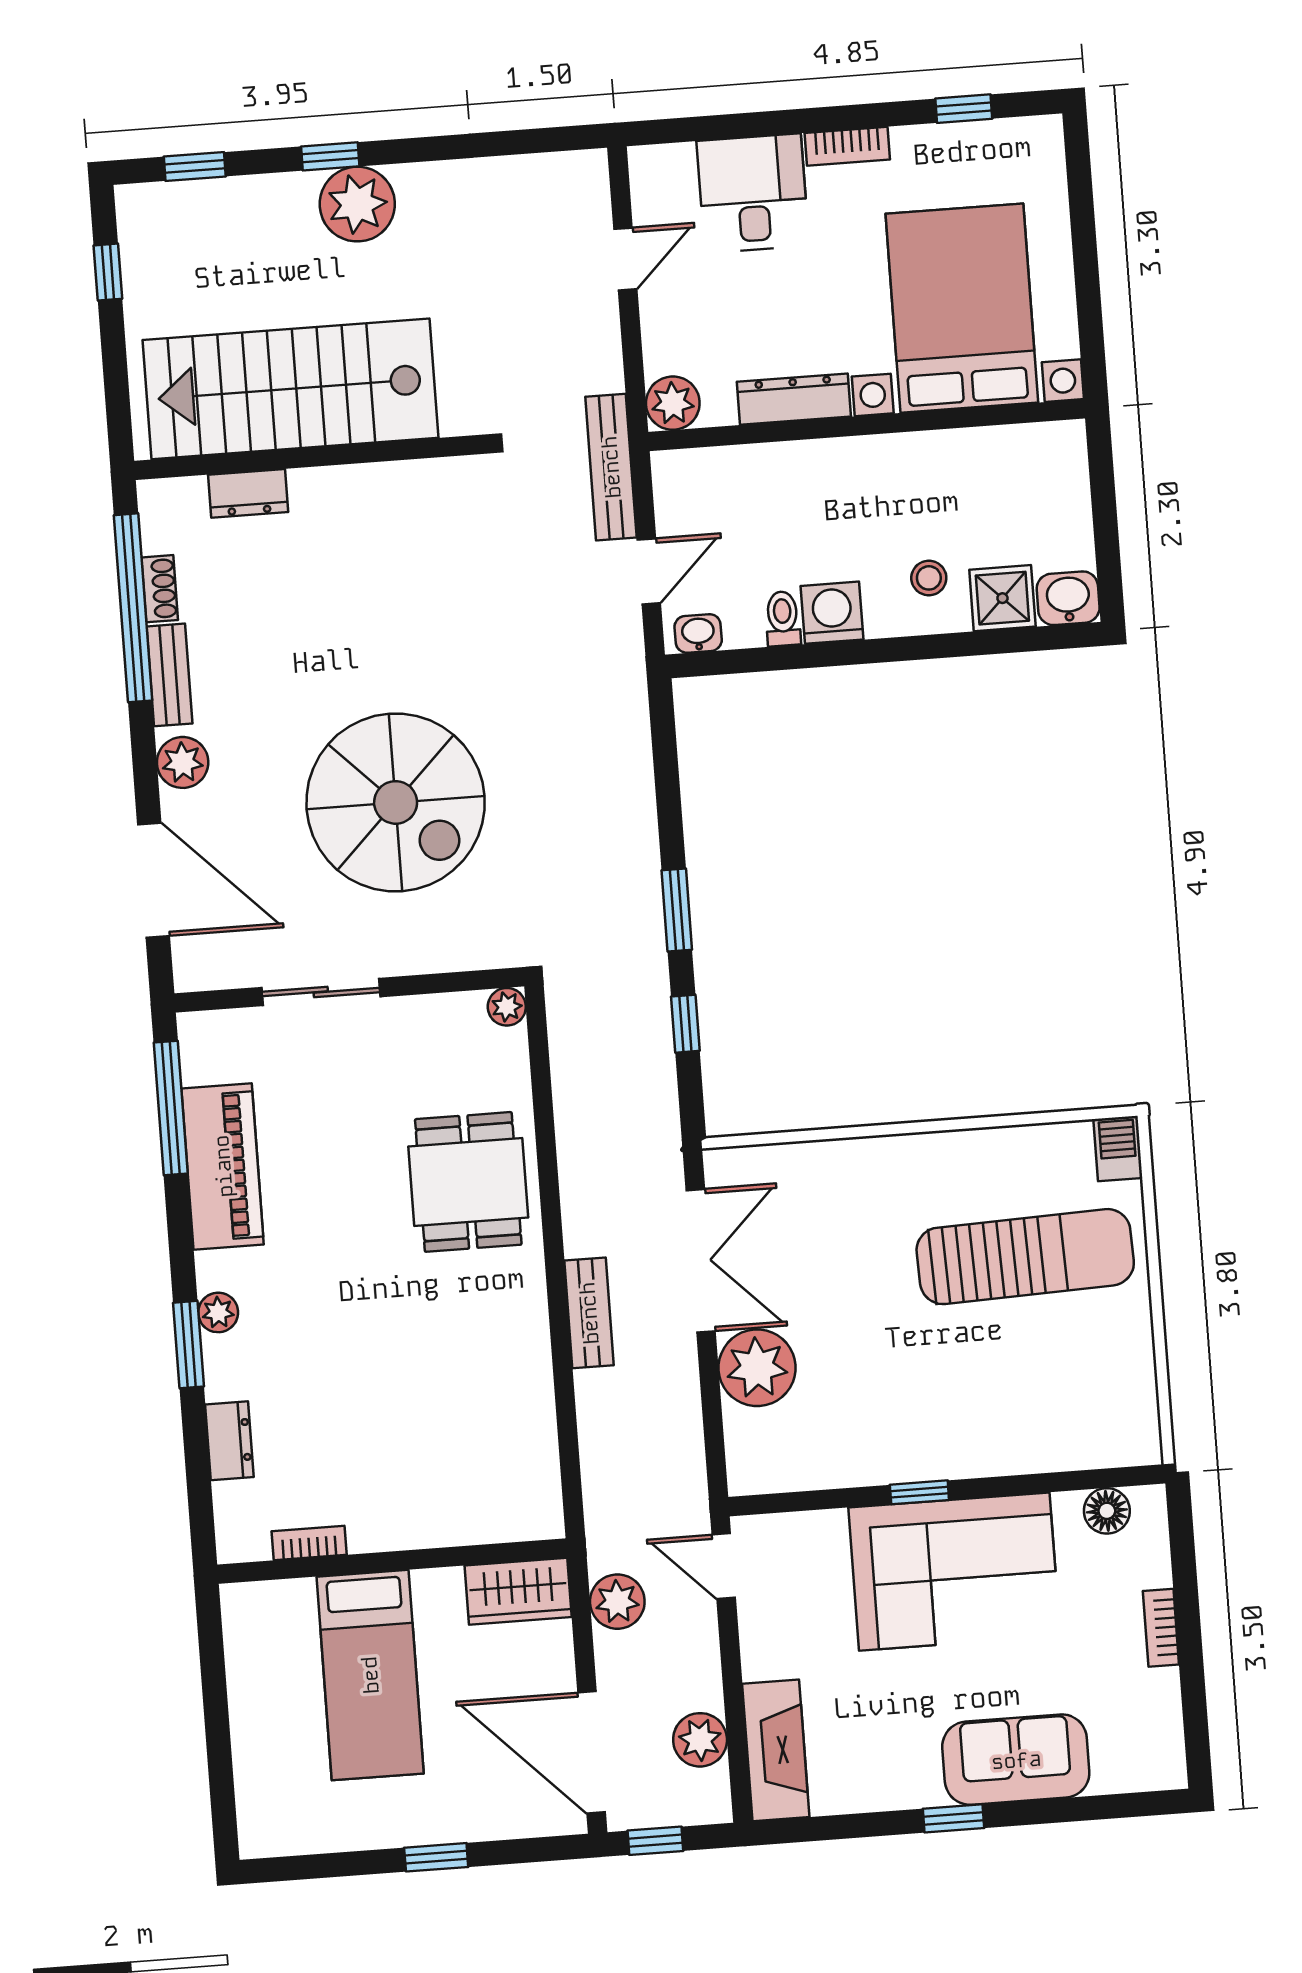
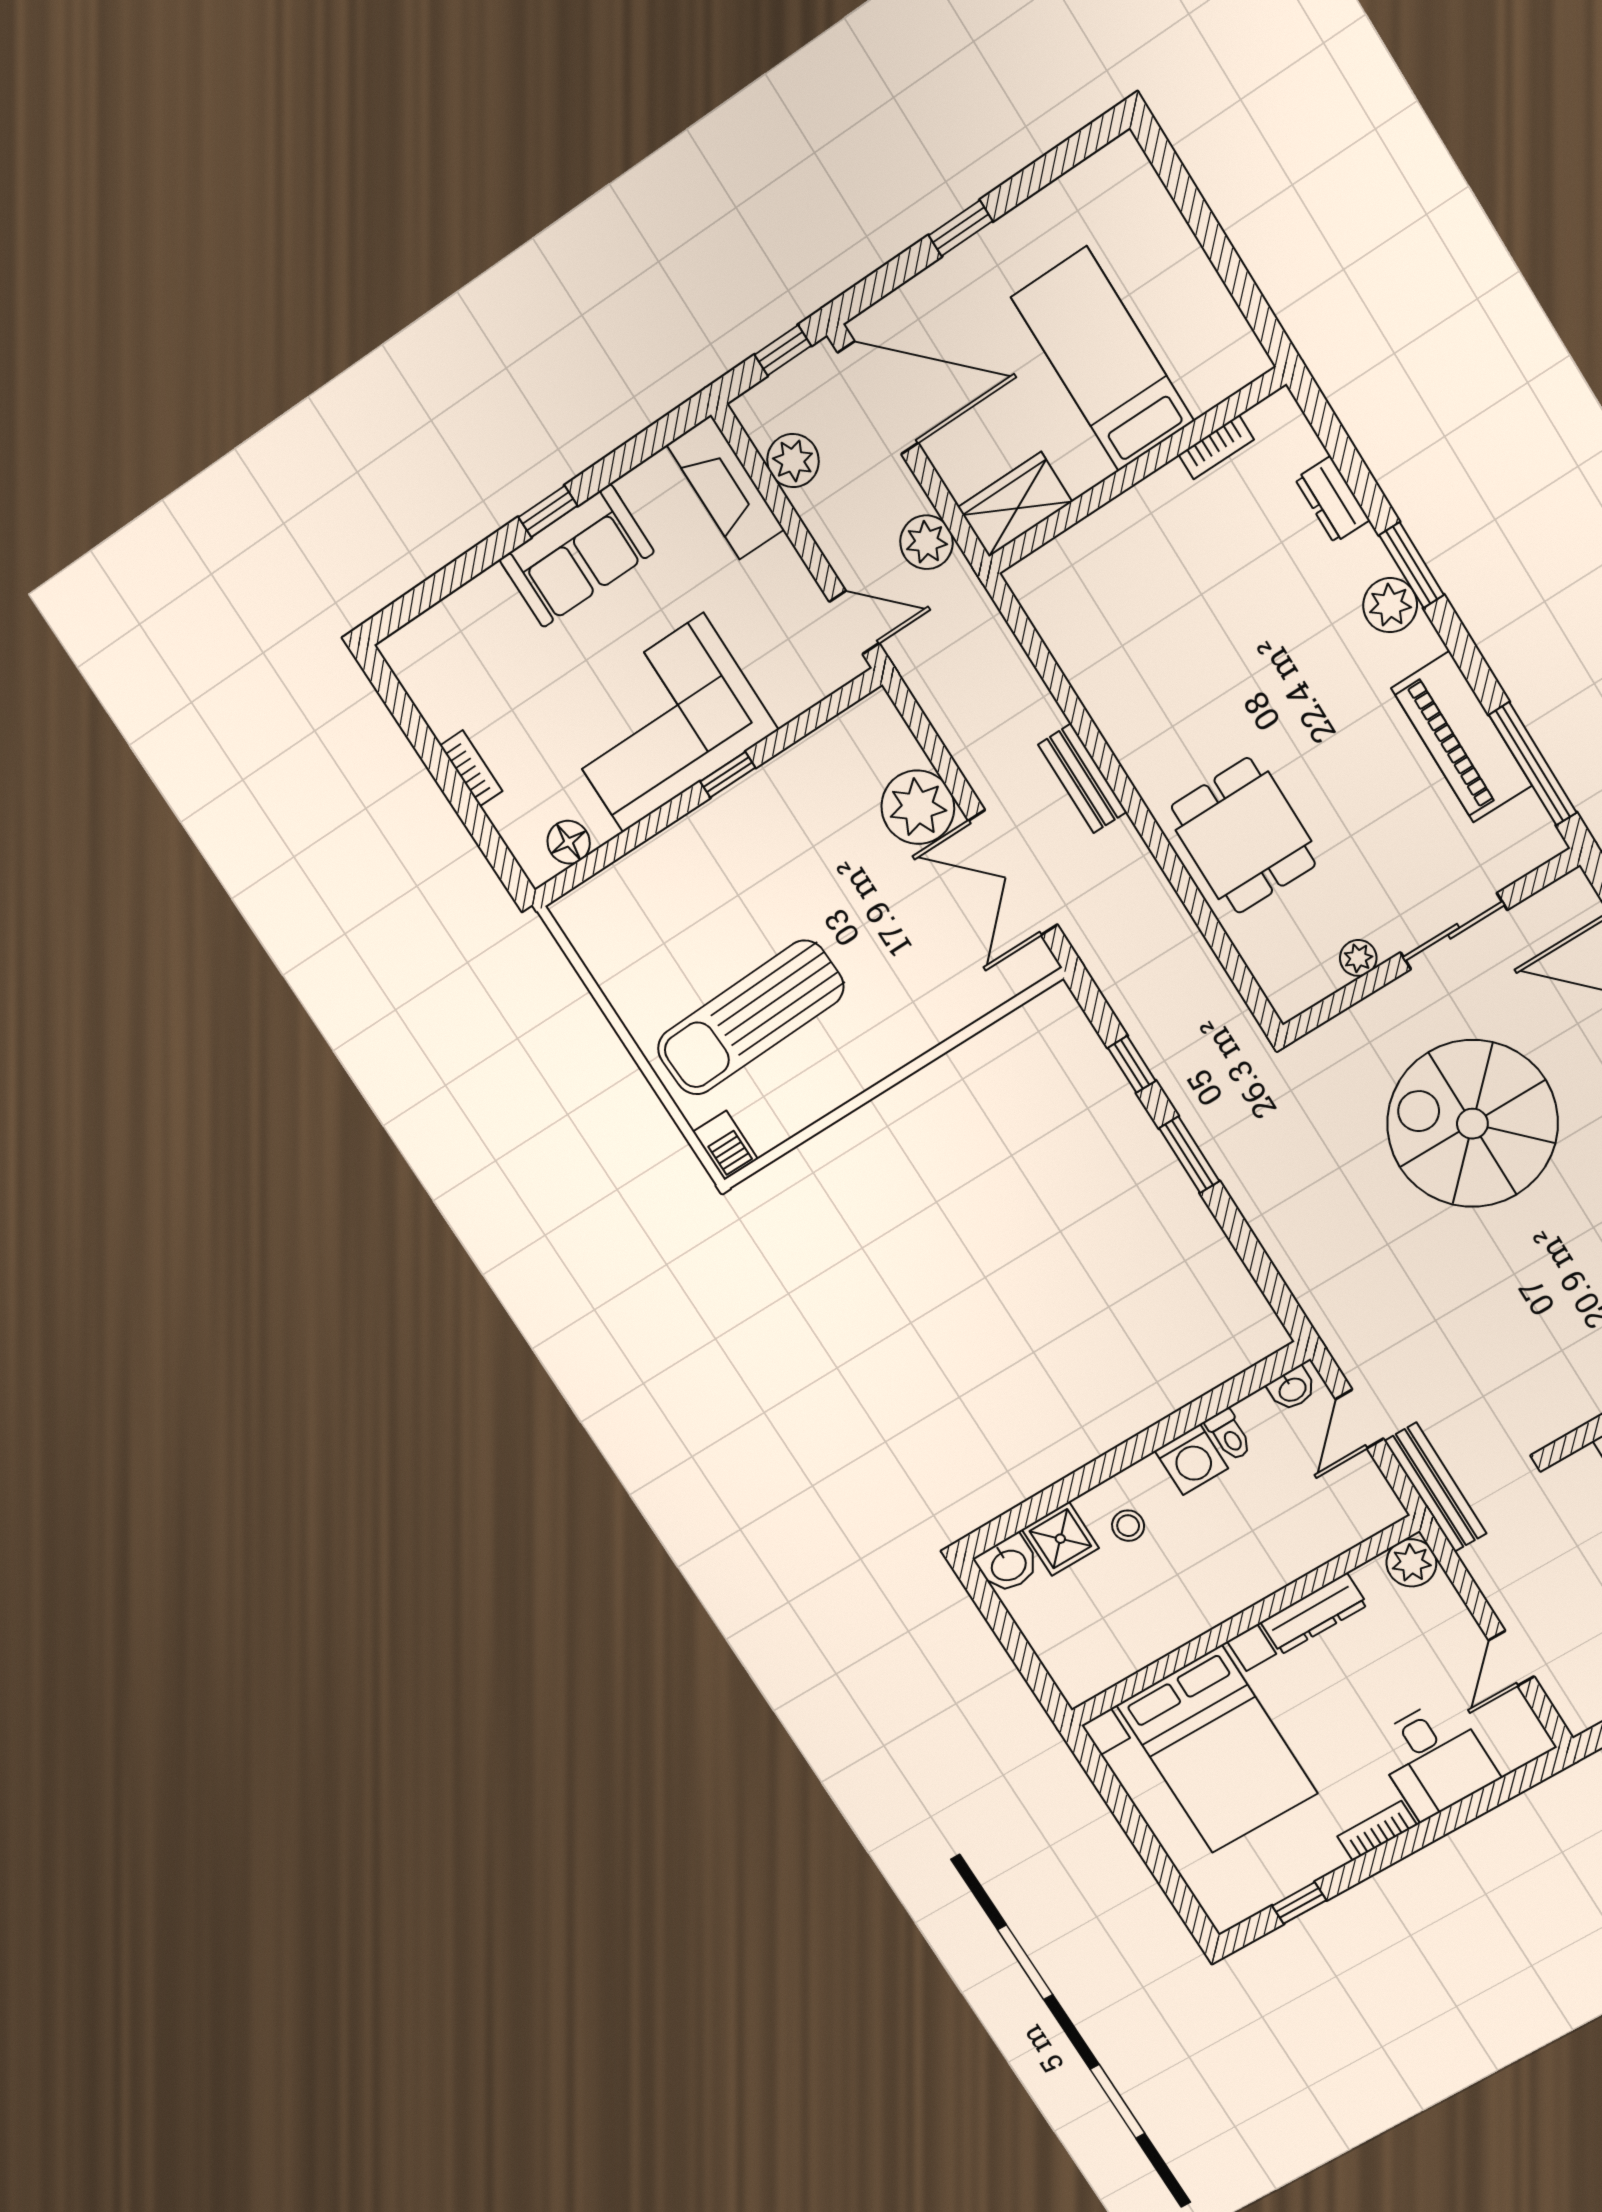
plant: (507, 1007) -> (1358, 958), moved
plant: (218, 1312) -> (1390, 605), width x1.38, depth x1.38
sofa: (1016, 1760) -> (577, 556), moved

